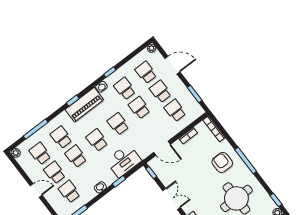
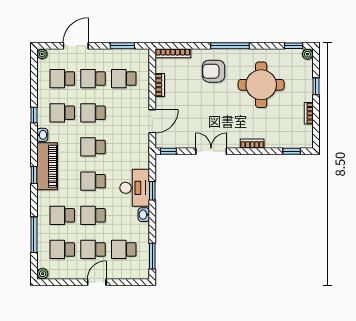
desk: (124, 161) -> (135, 188), moved

